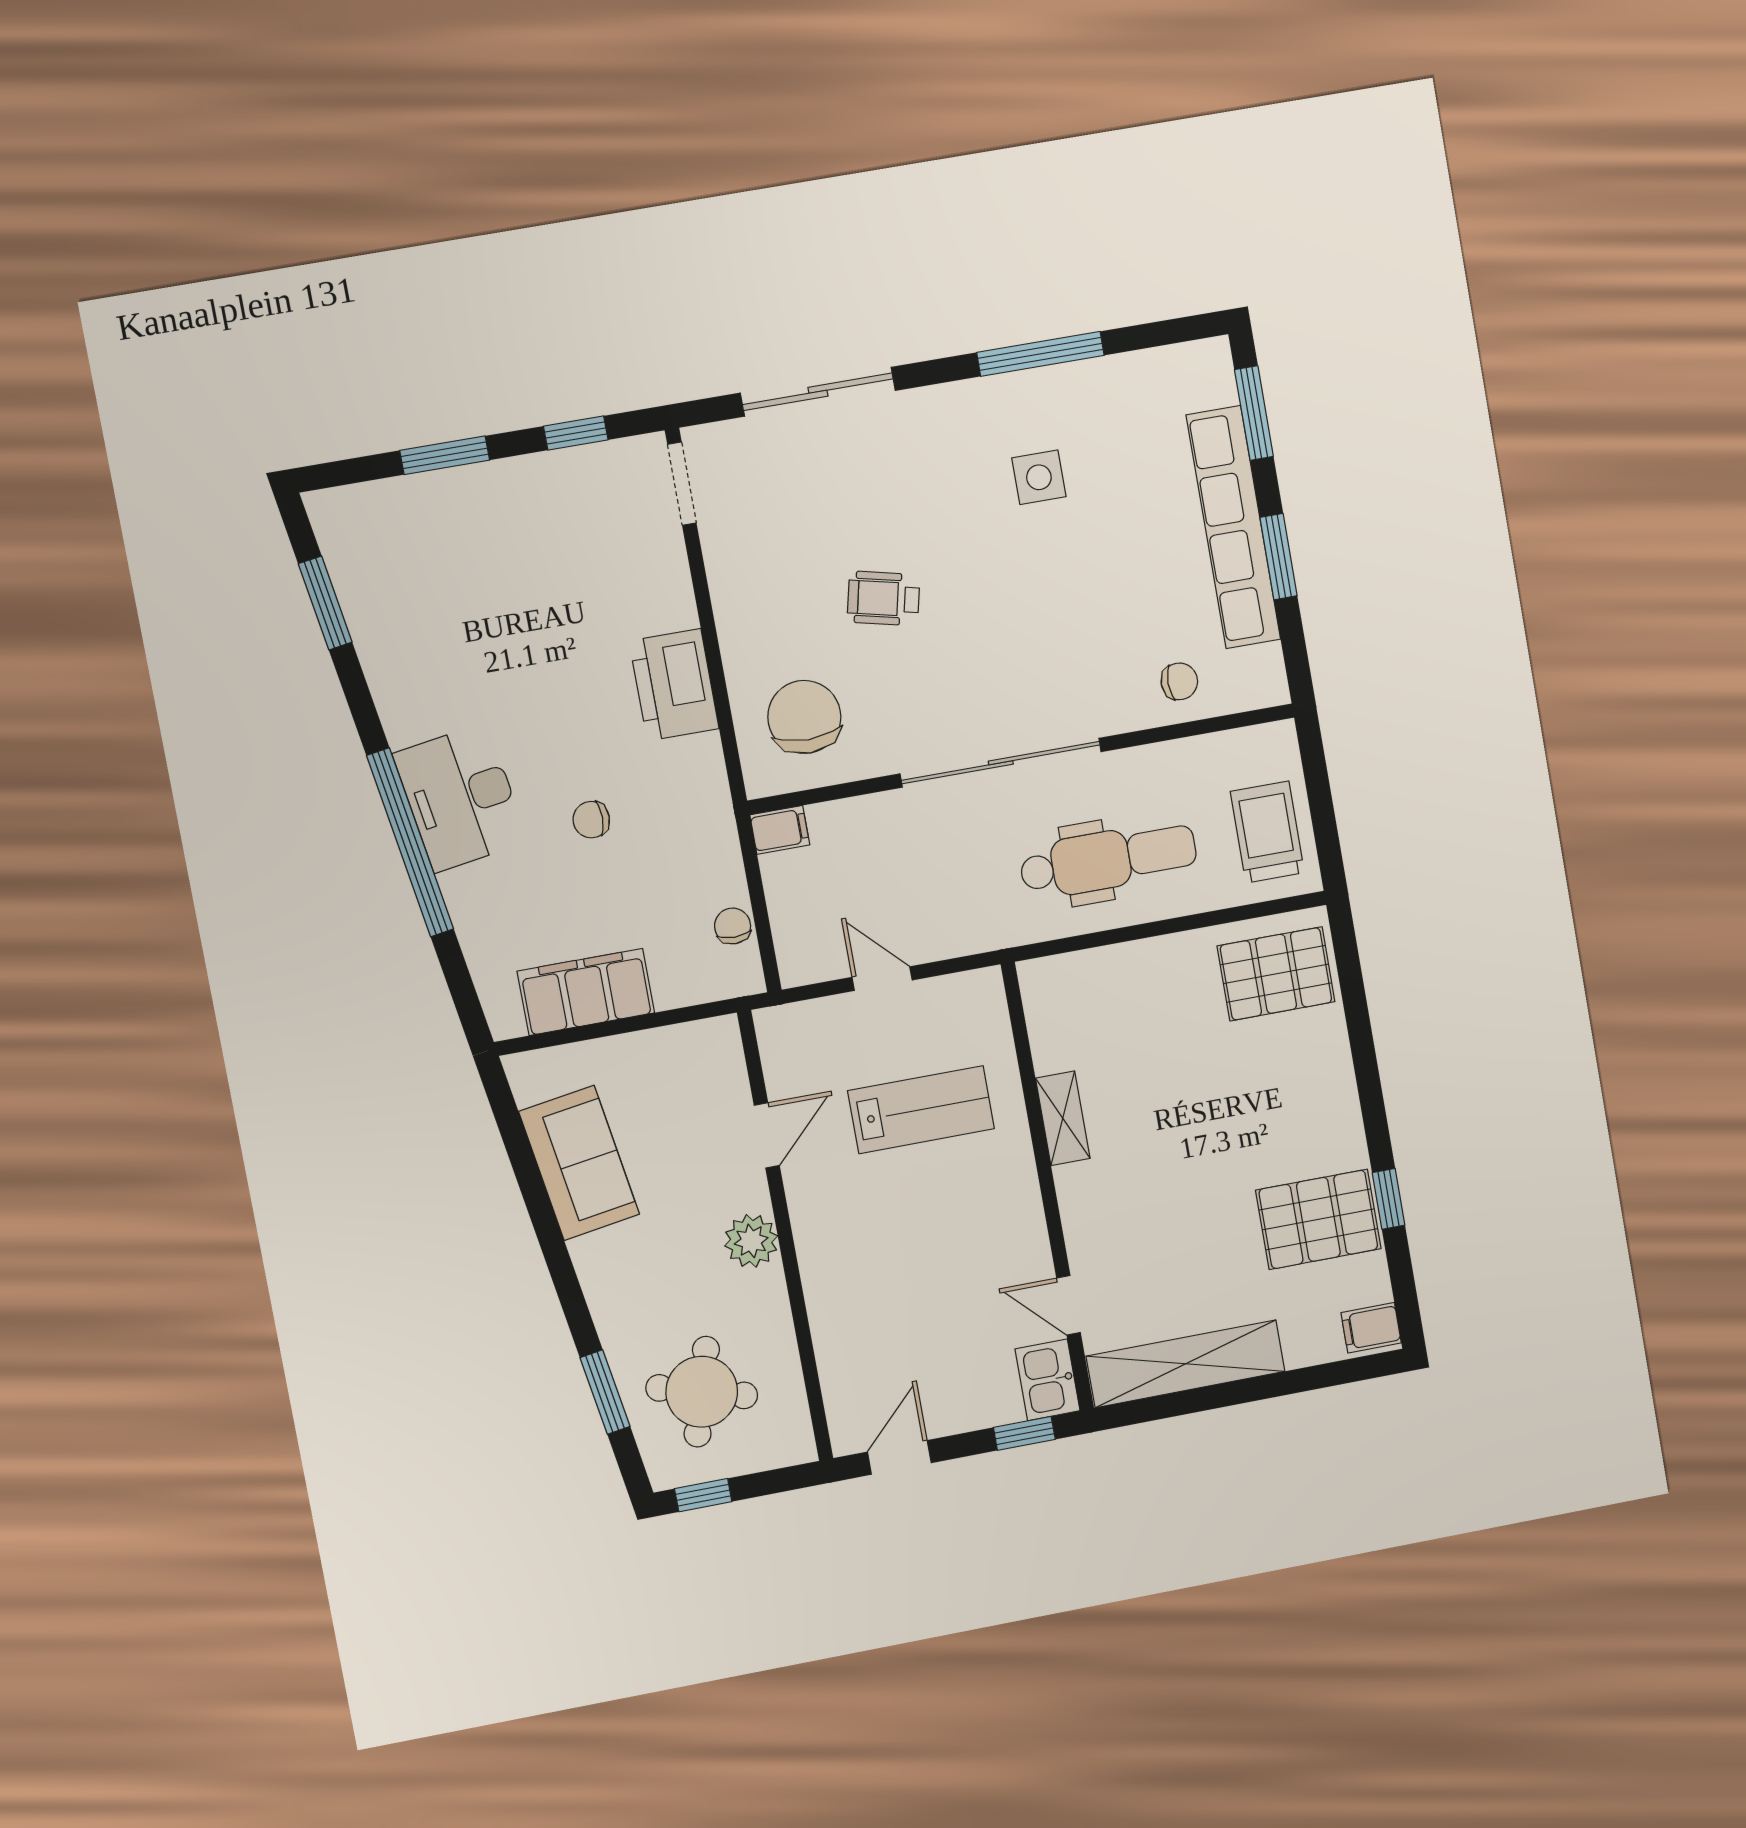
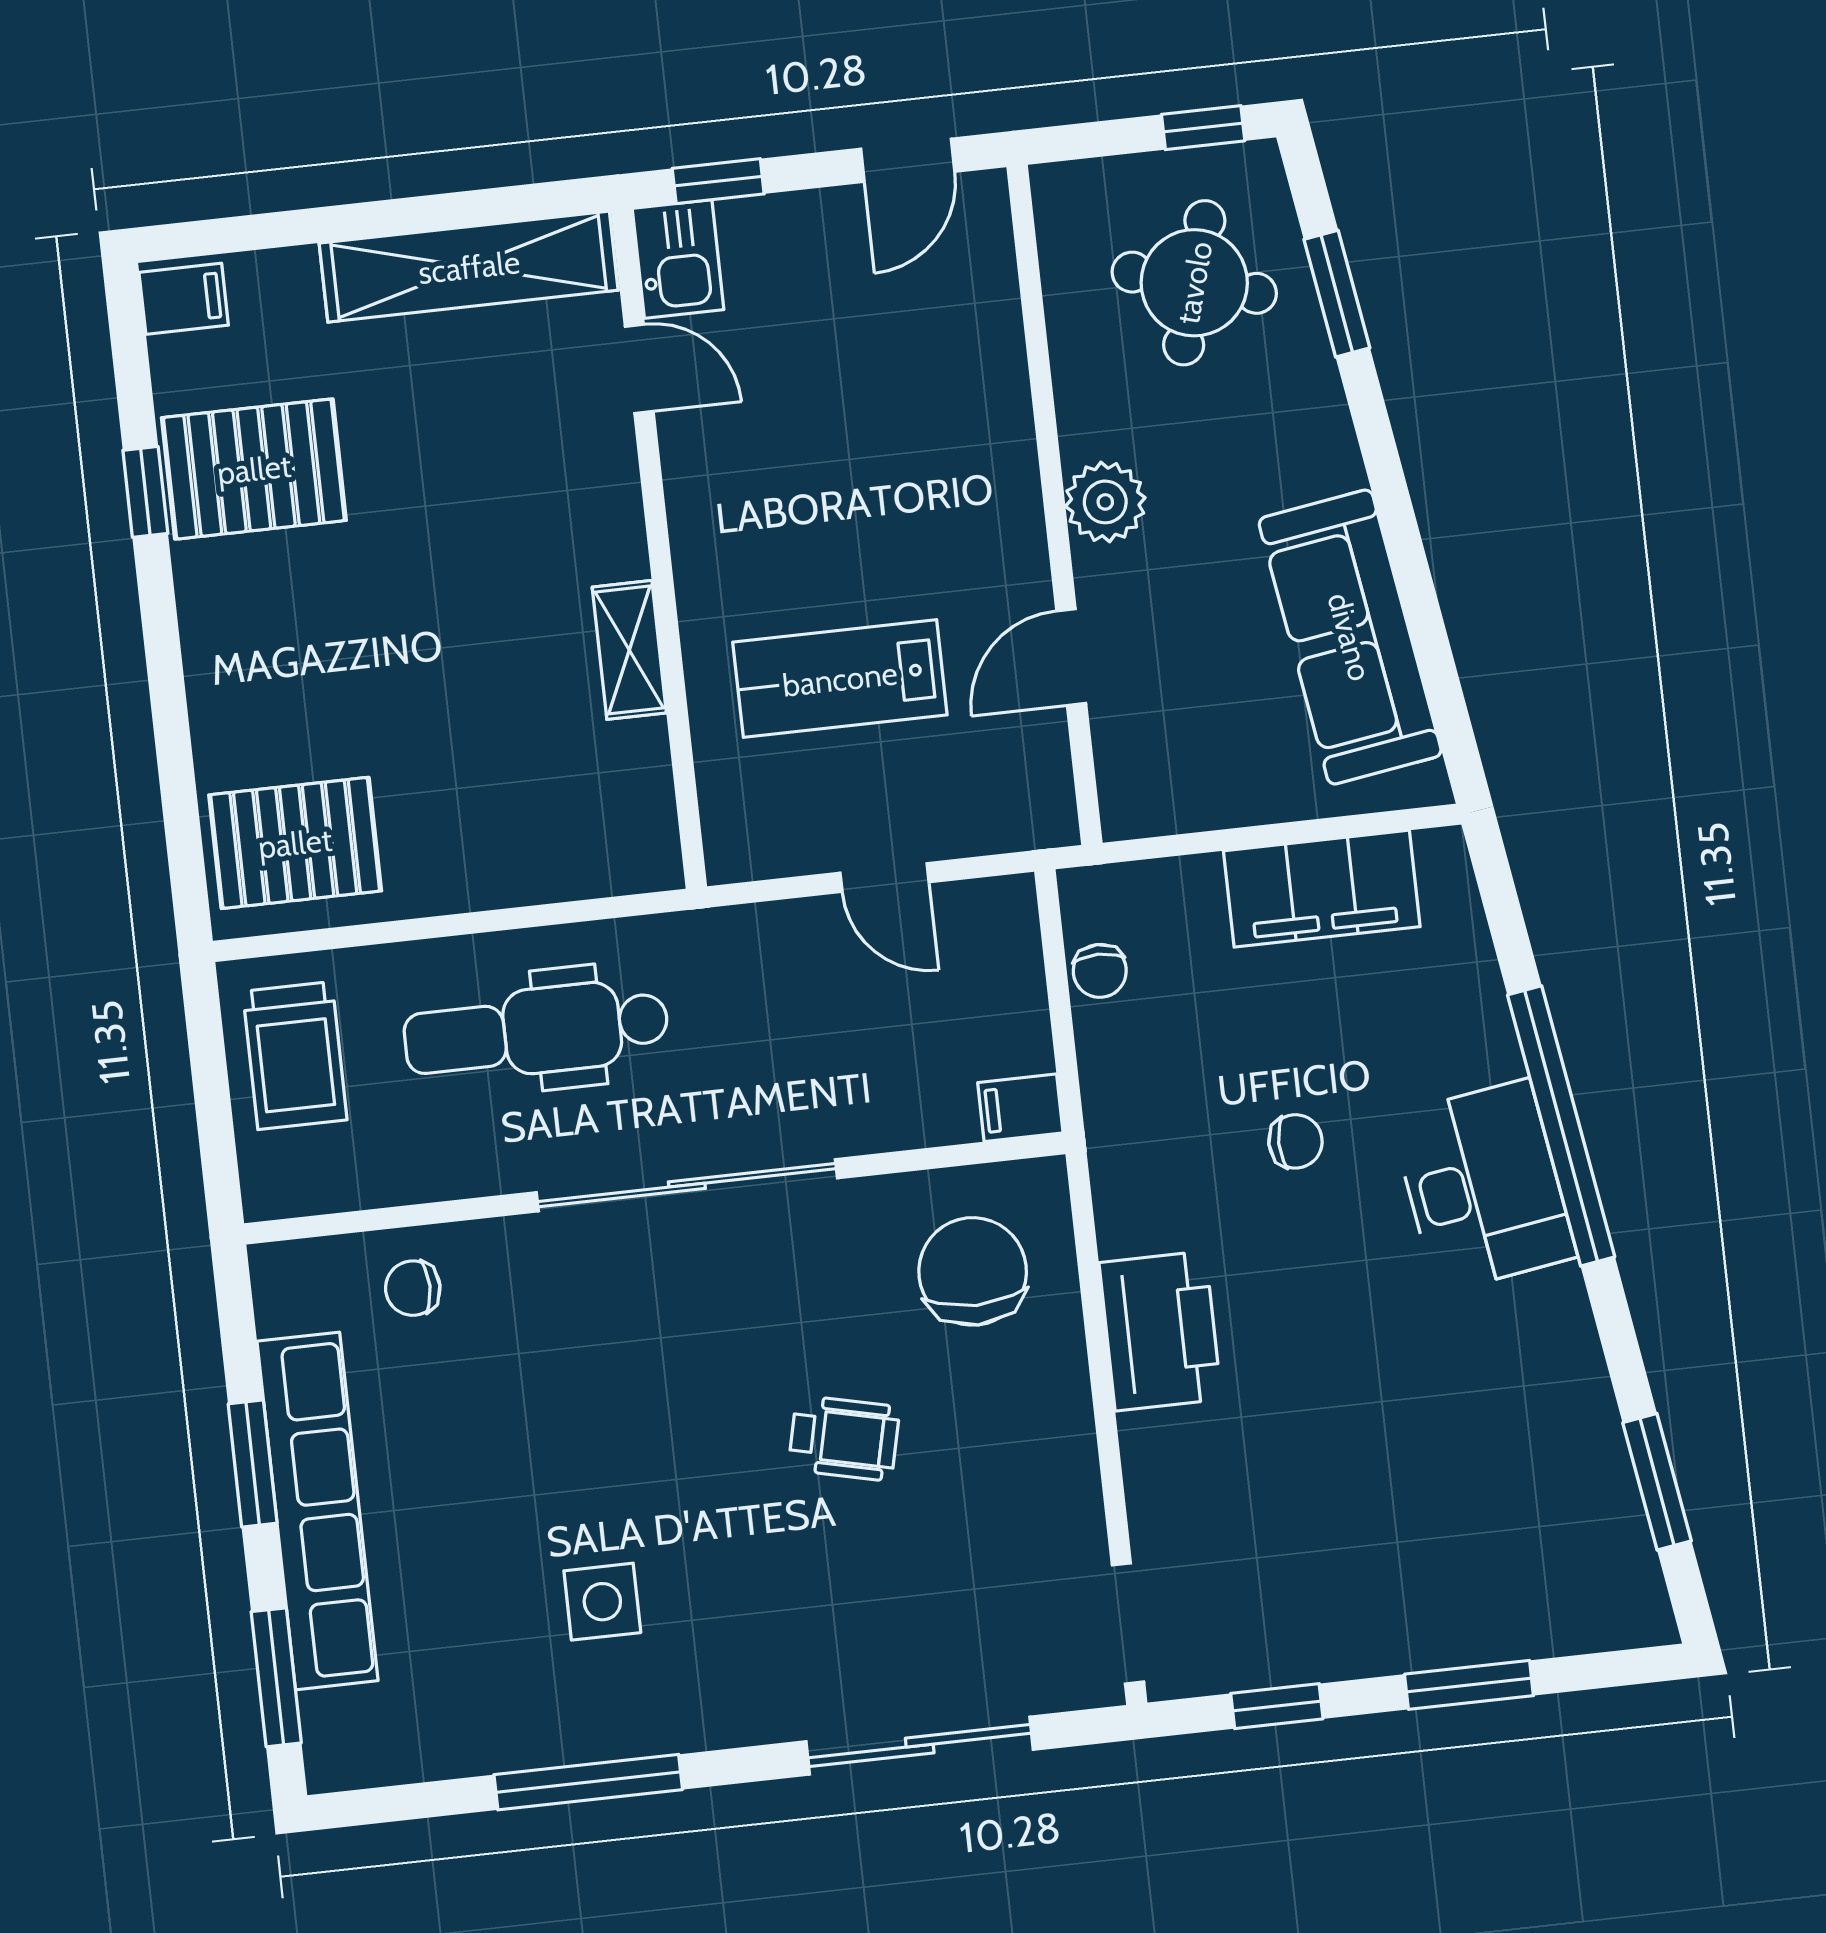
chair: (804, 717) -> (973, 1271), turned 180
sofa: (579, 1163) -> (1350, 637), width x1.36

